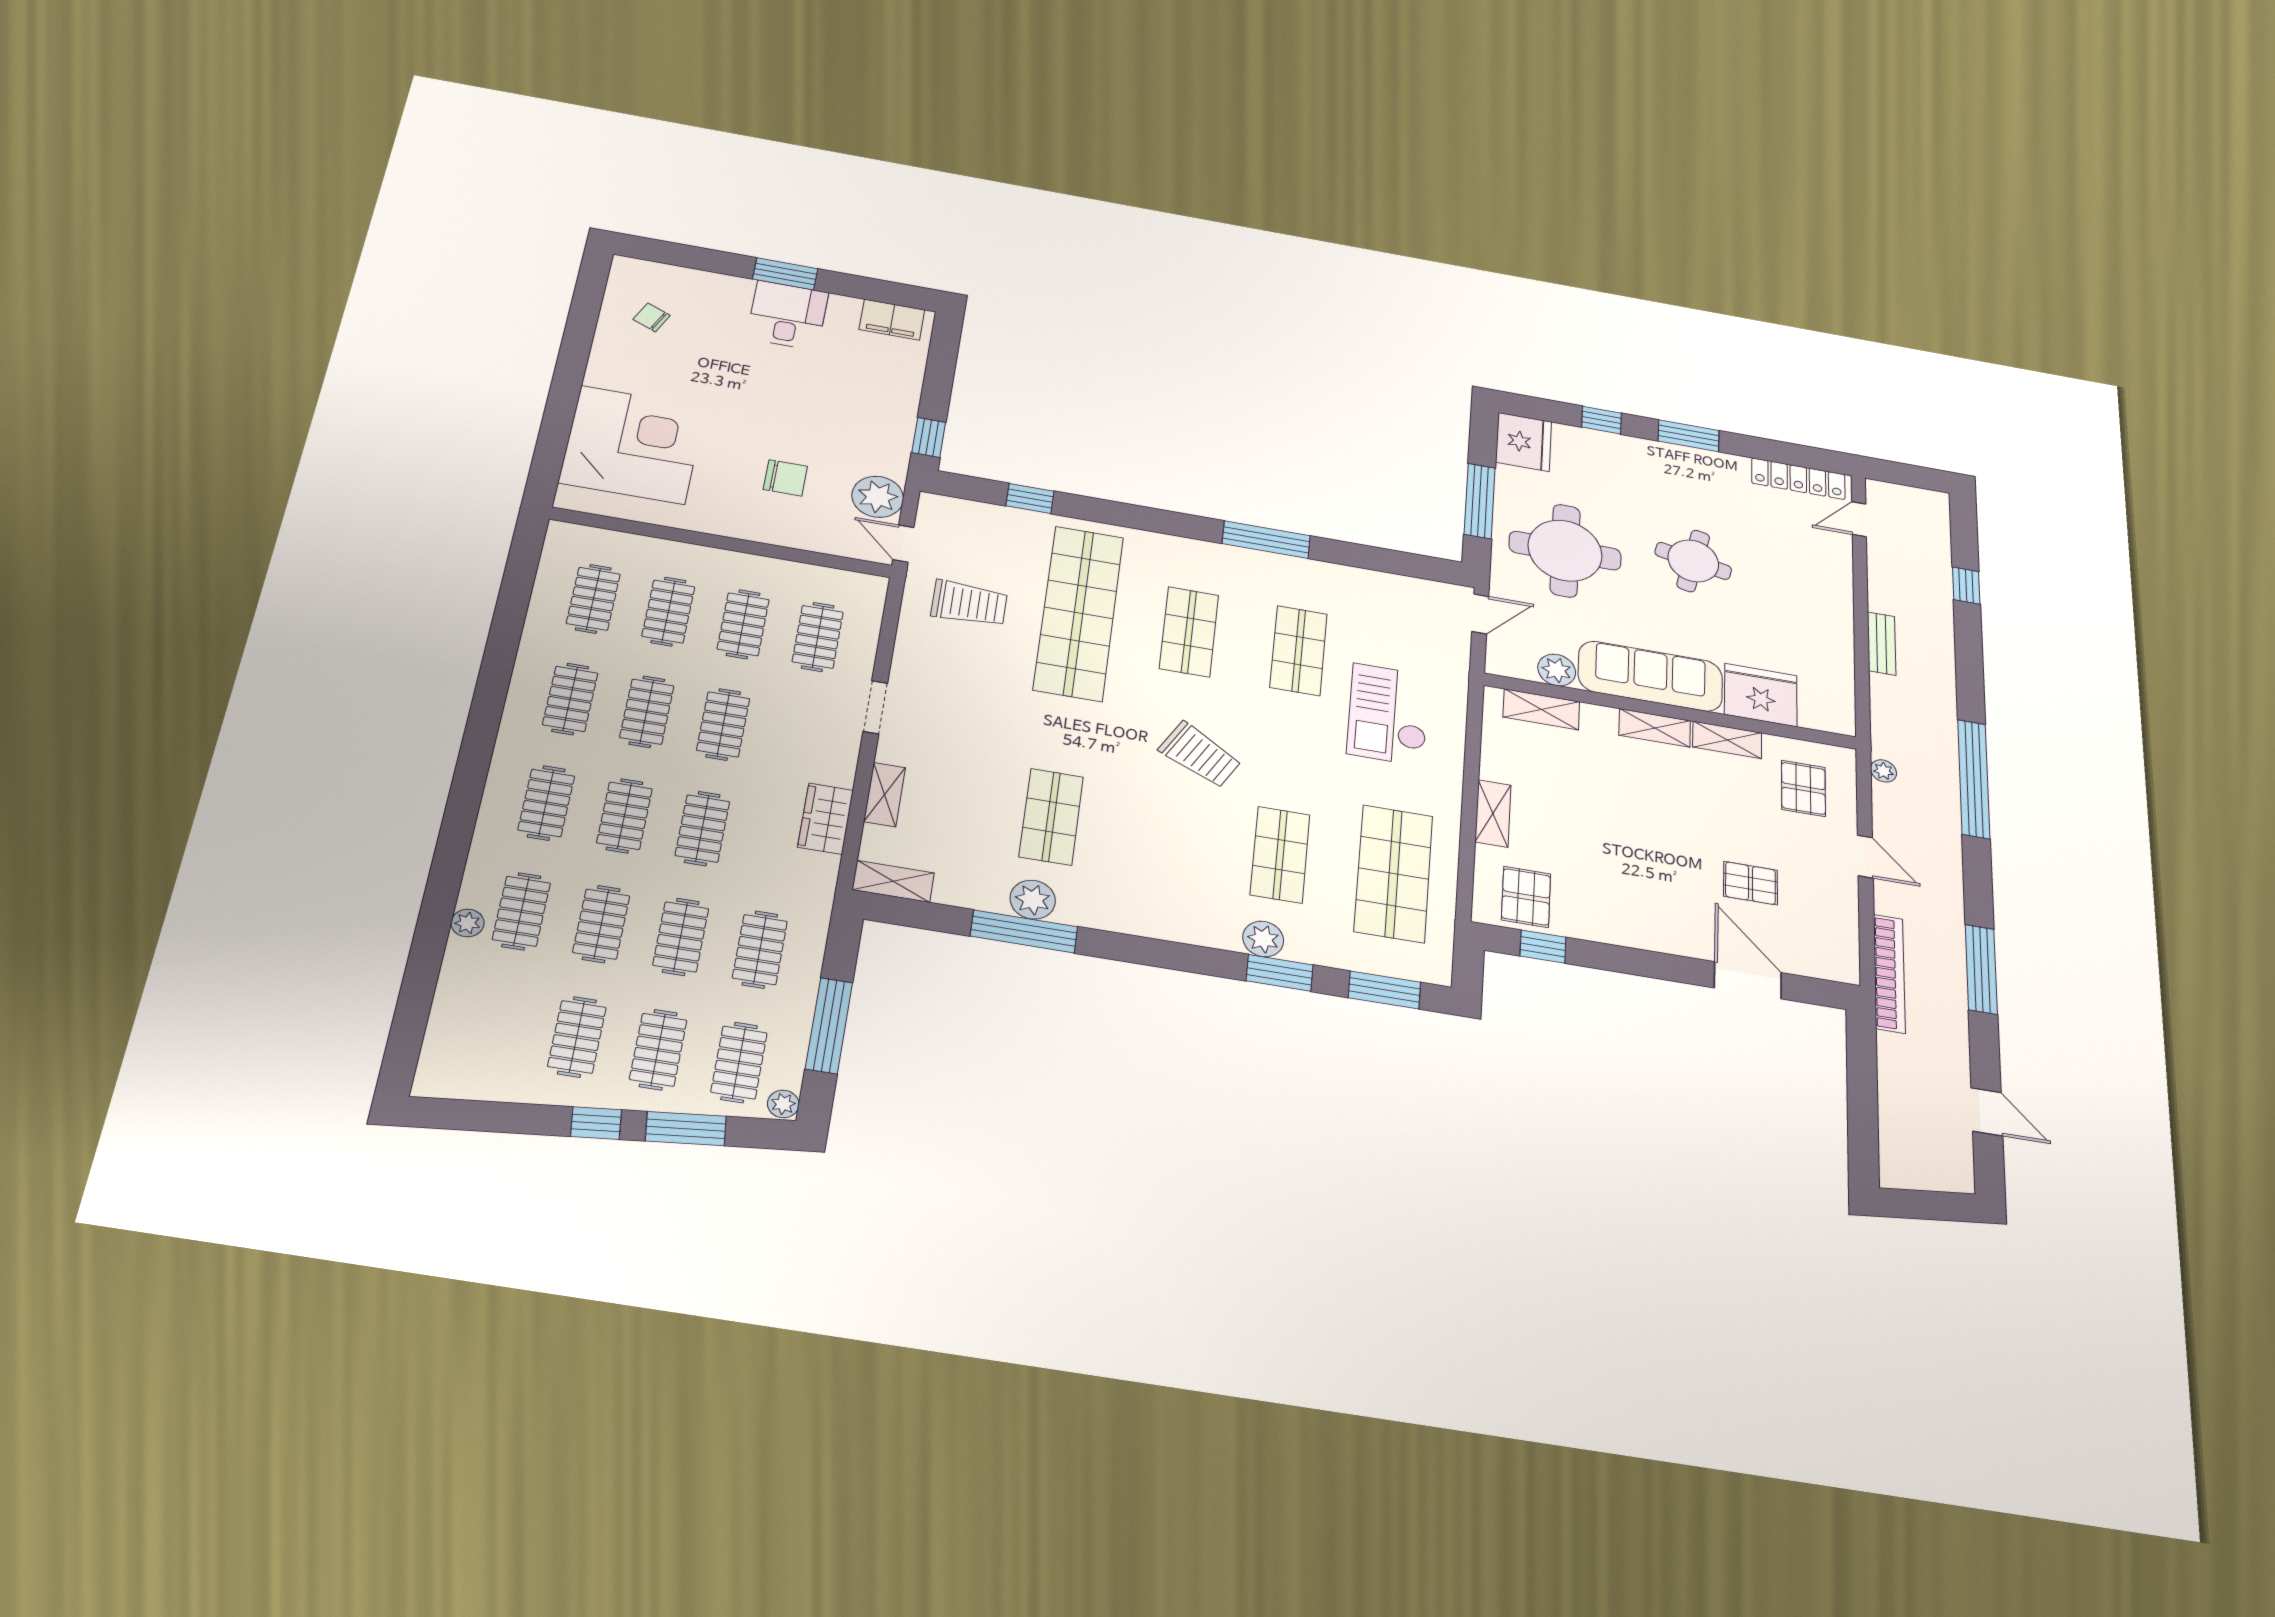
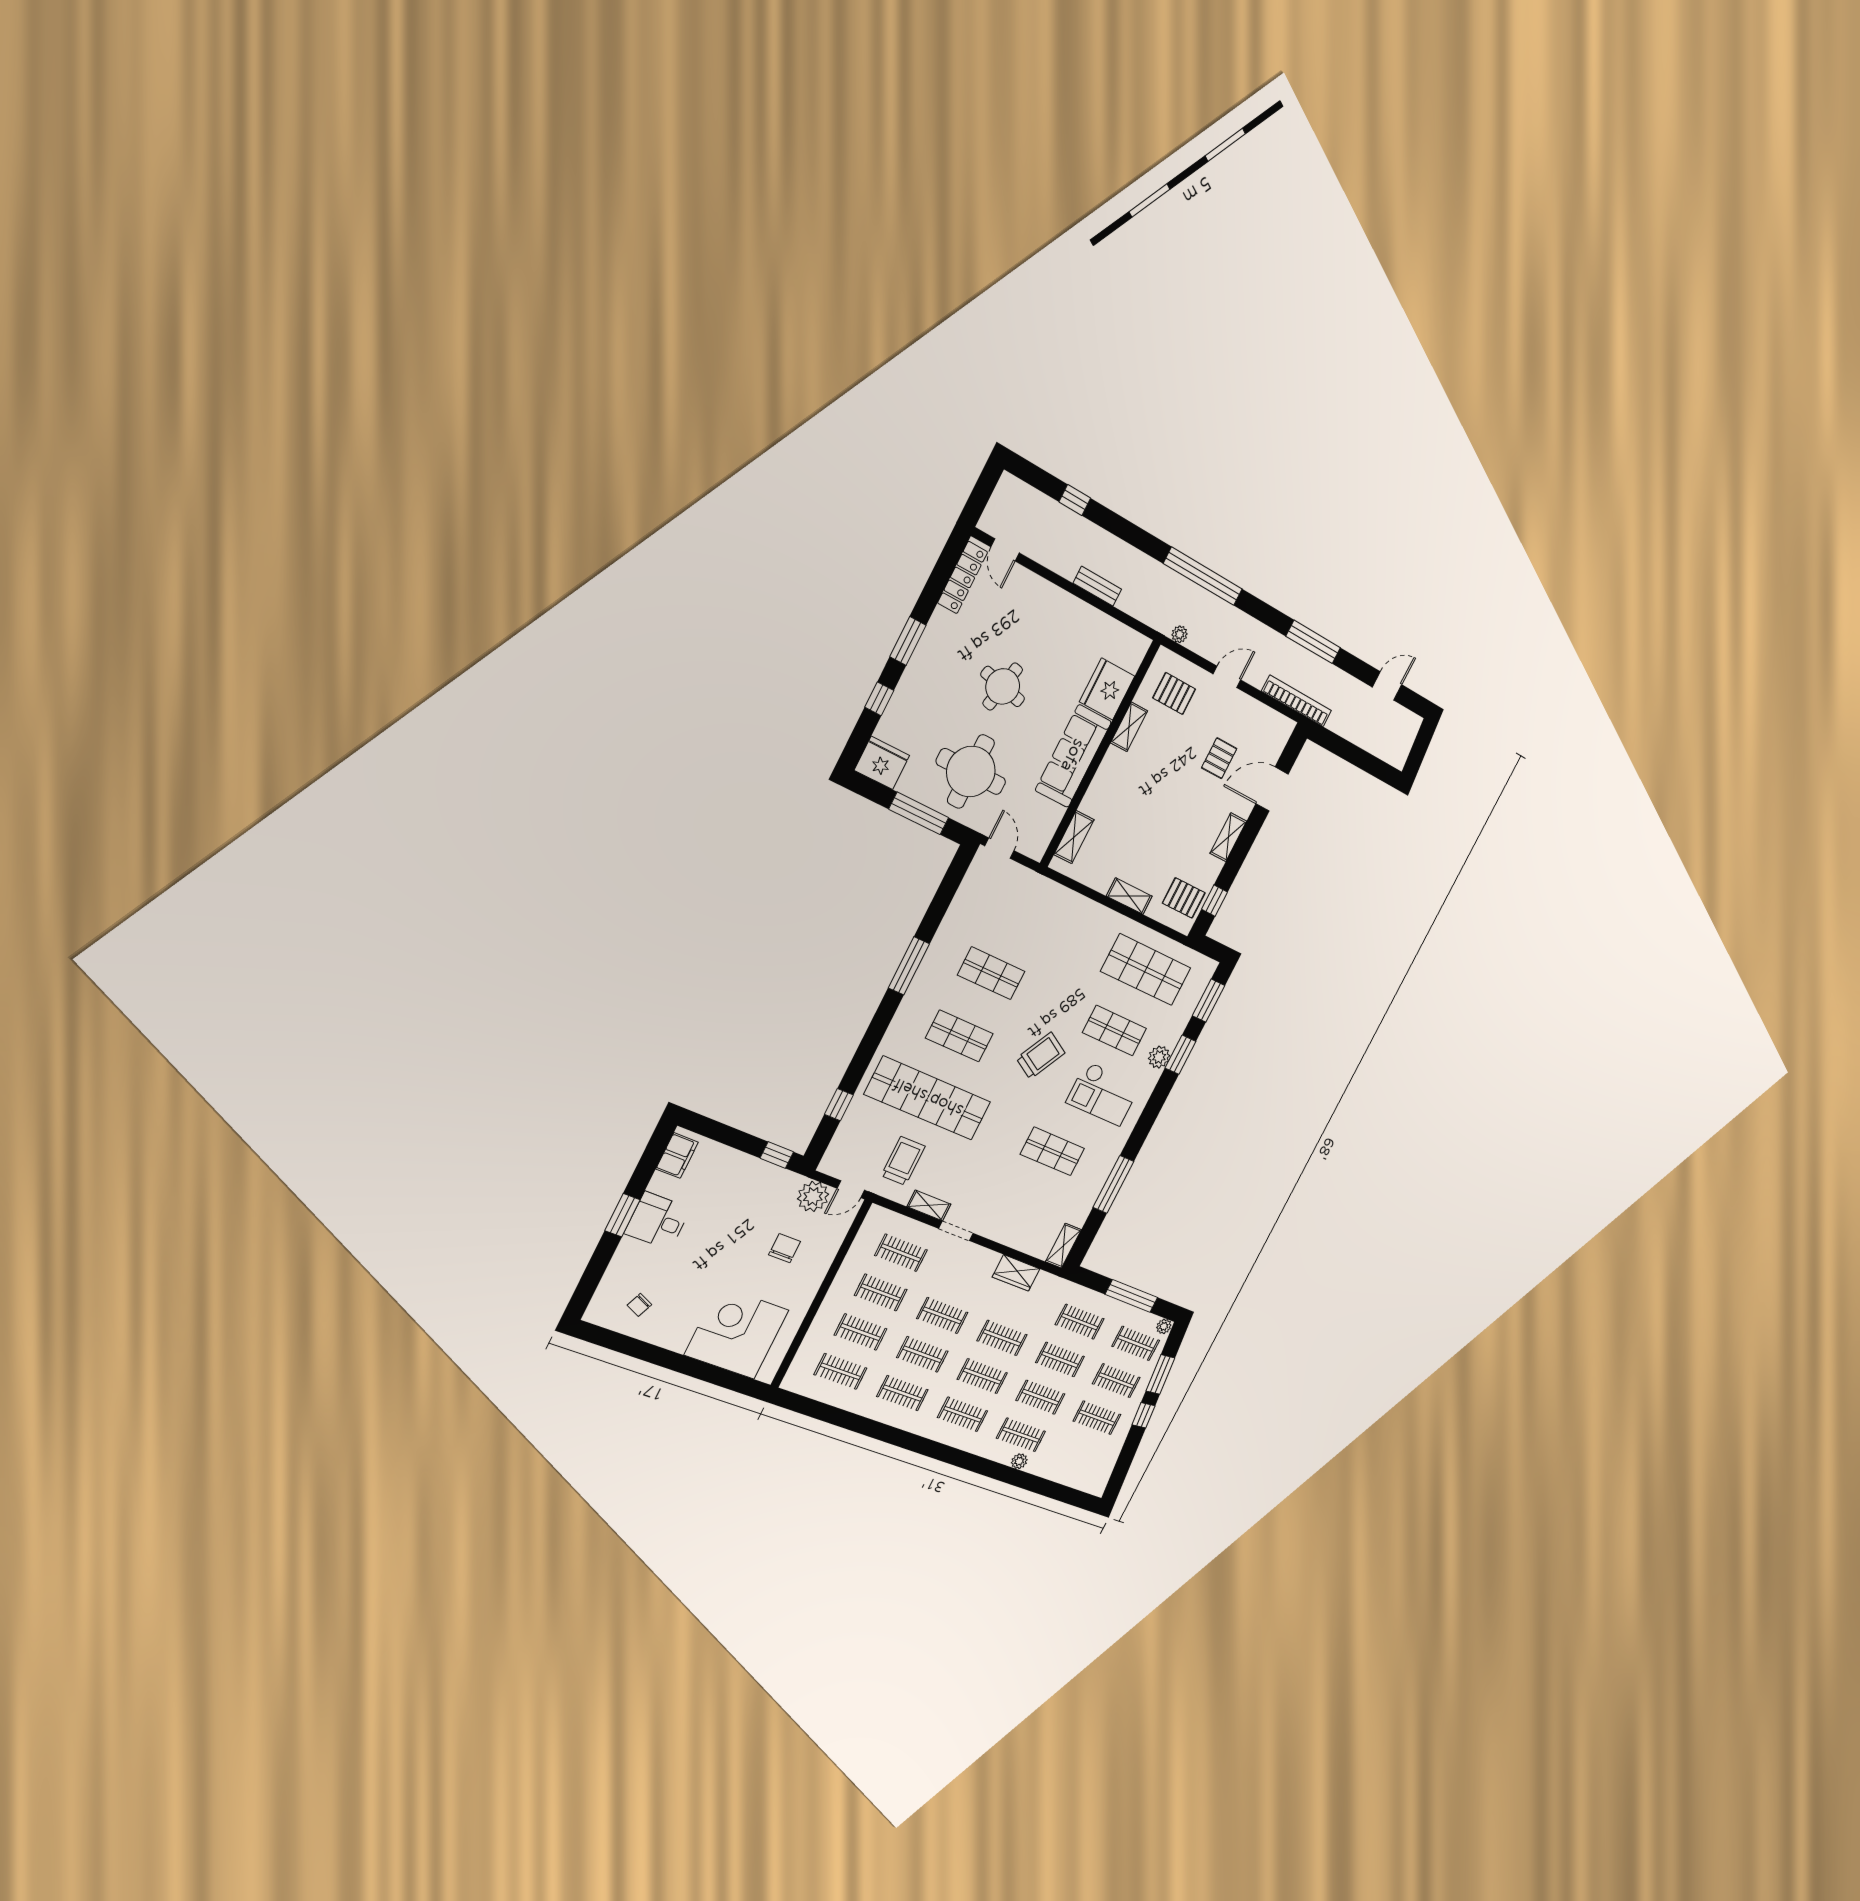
plant: (1557, 670) -> (1051, 815), removed
checkout: (1388, 714) -> (1103, 1094), moved
shelving: (1655, 728) -> (1228, 837), moved
shelving: (885, 795) -> (929, 1205), moved
plant: (1033, 900) -> (1097, 1175), removed

